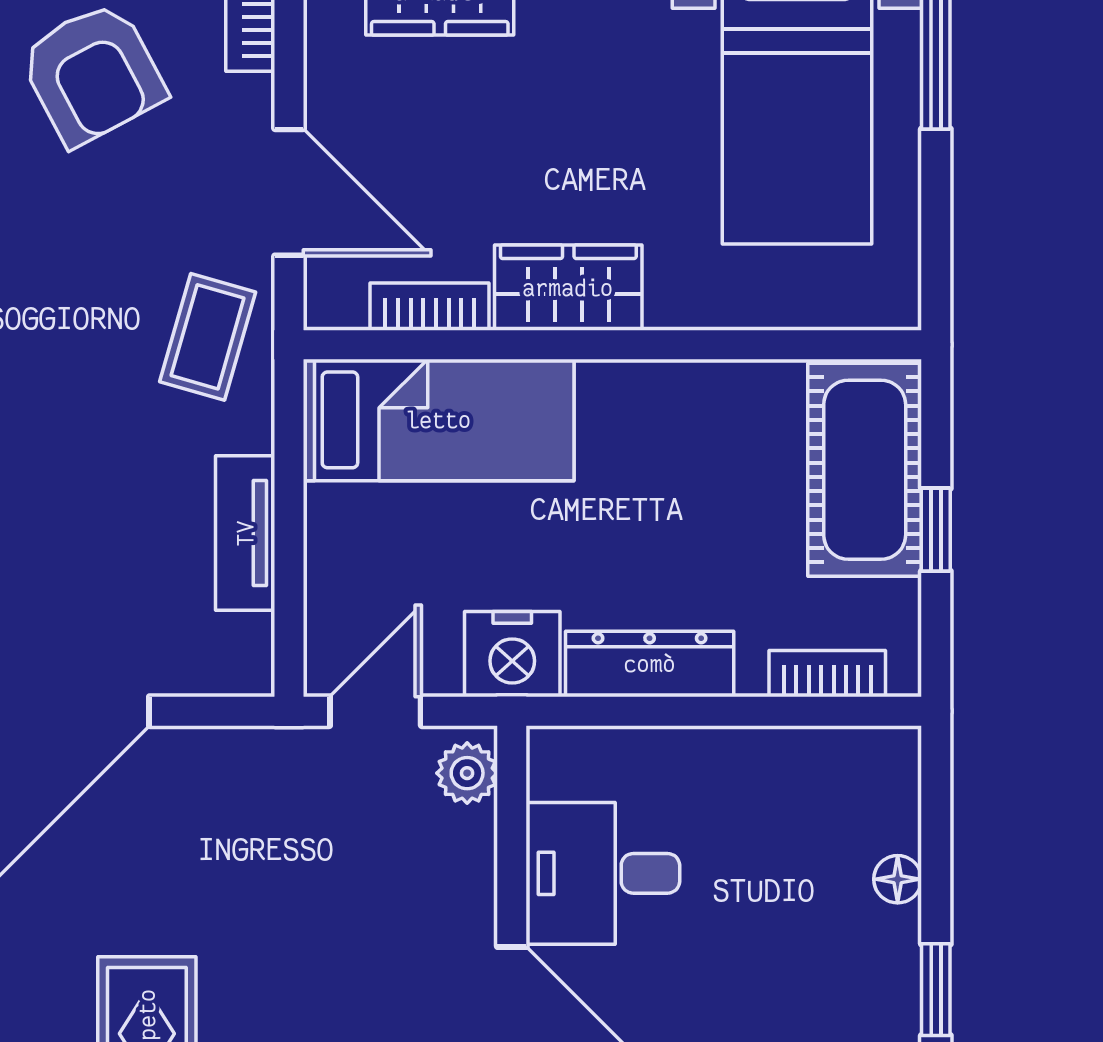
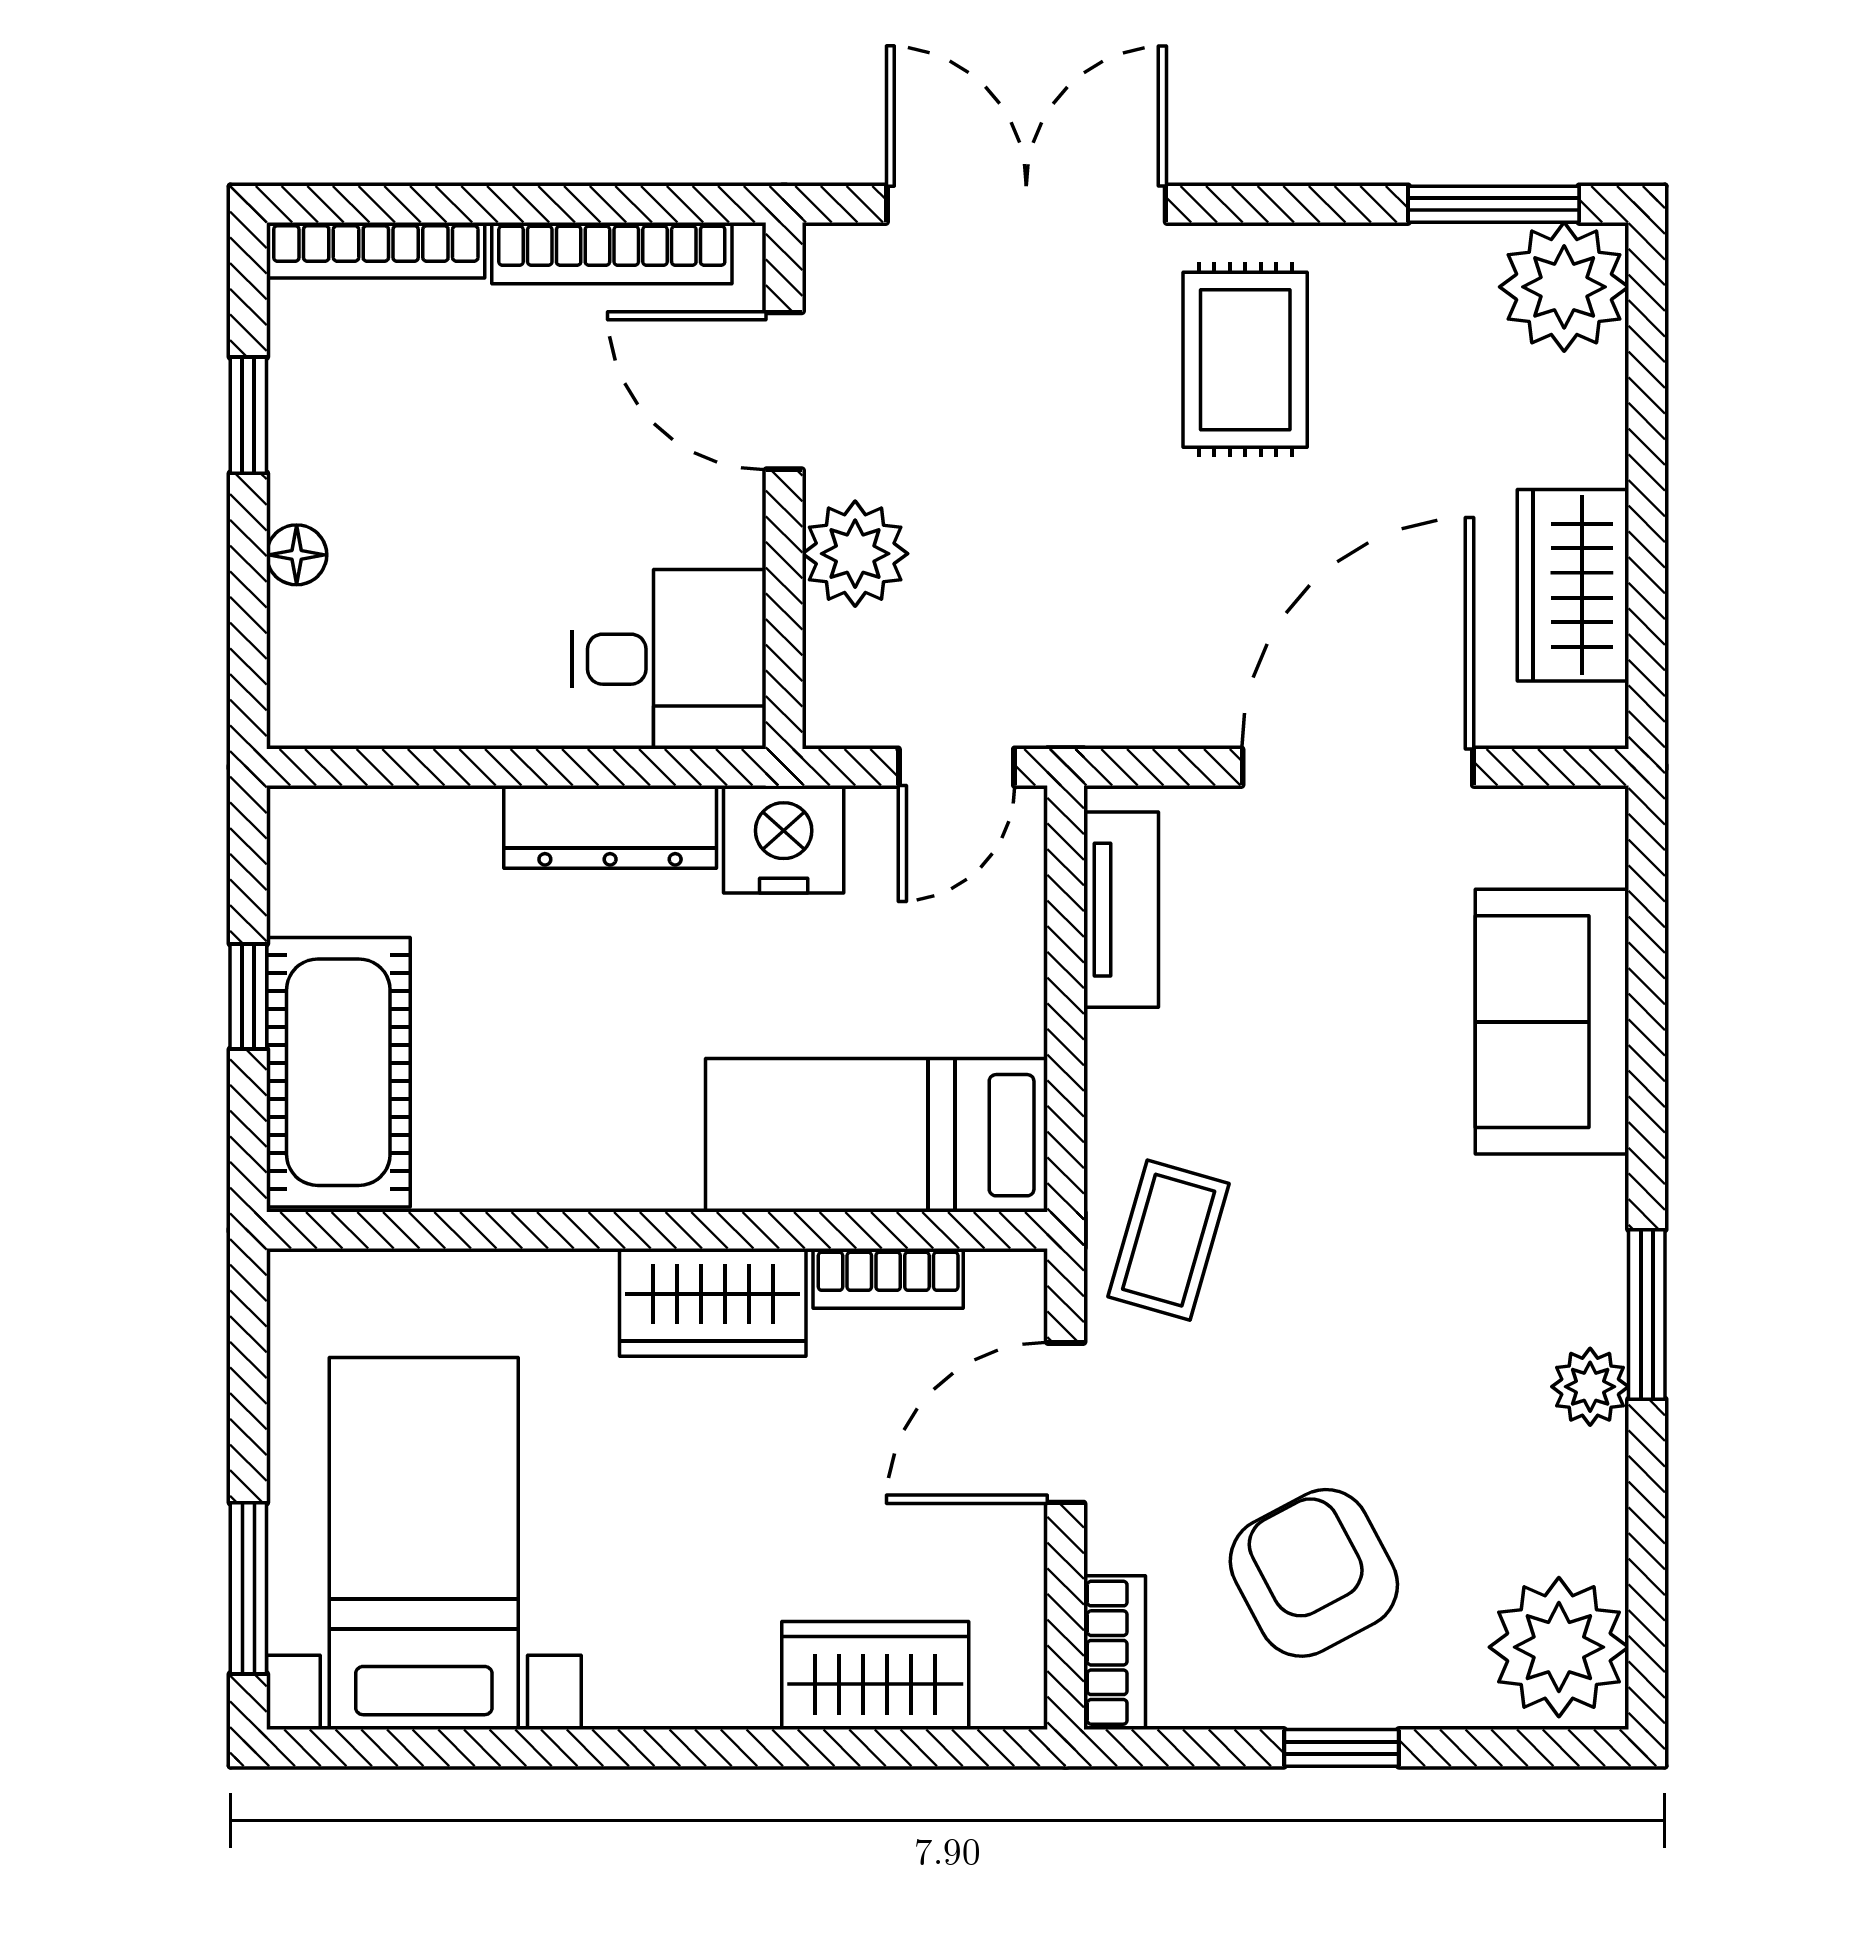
door: (289, 192) -> (1066, 1423), hinge flipped
tv unit: (245, 533) -> (1121, 910), moved
bookcase: (827, 674) -> (385, 815), removed
plant: (467, 773) -> (855, 554), moved, width x1.38, depth x1.38
desk: (603, 873) -> (669, 659), moved

